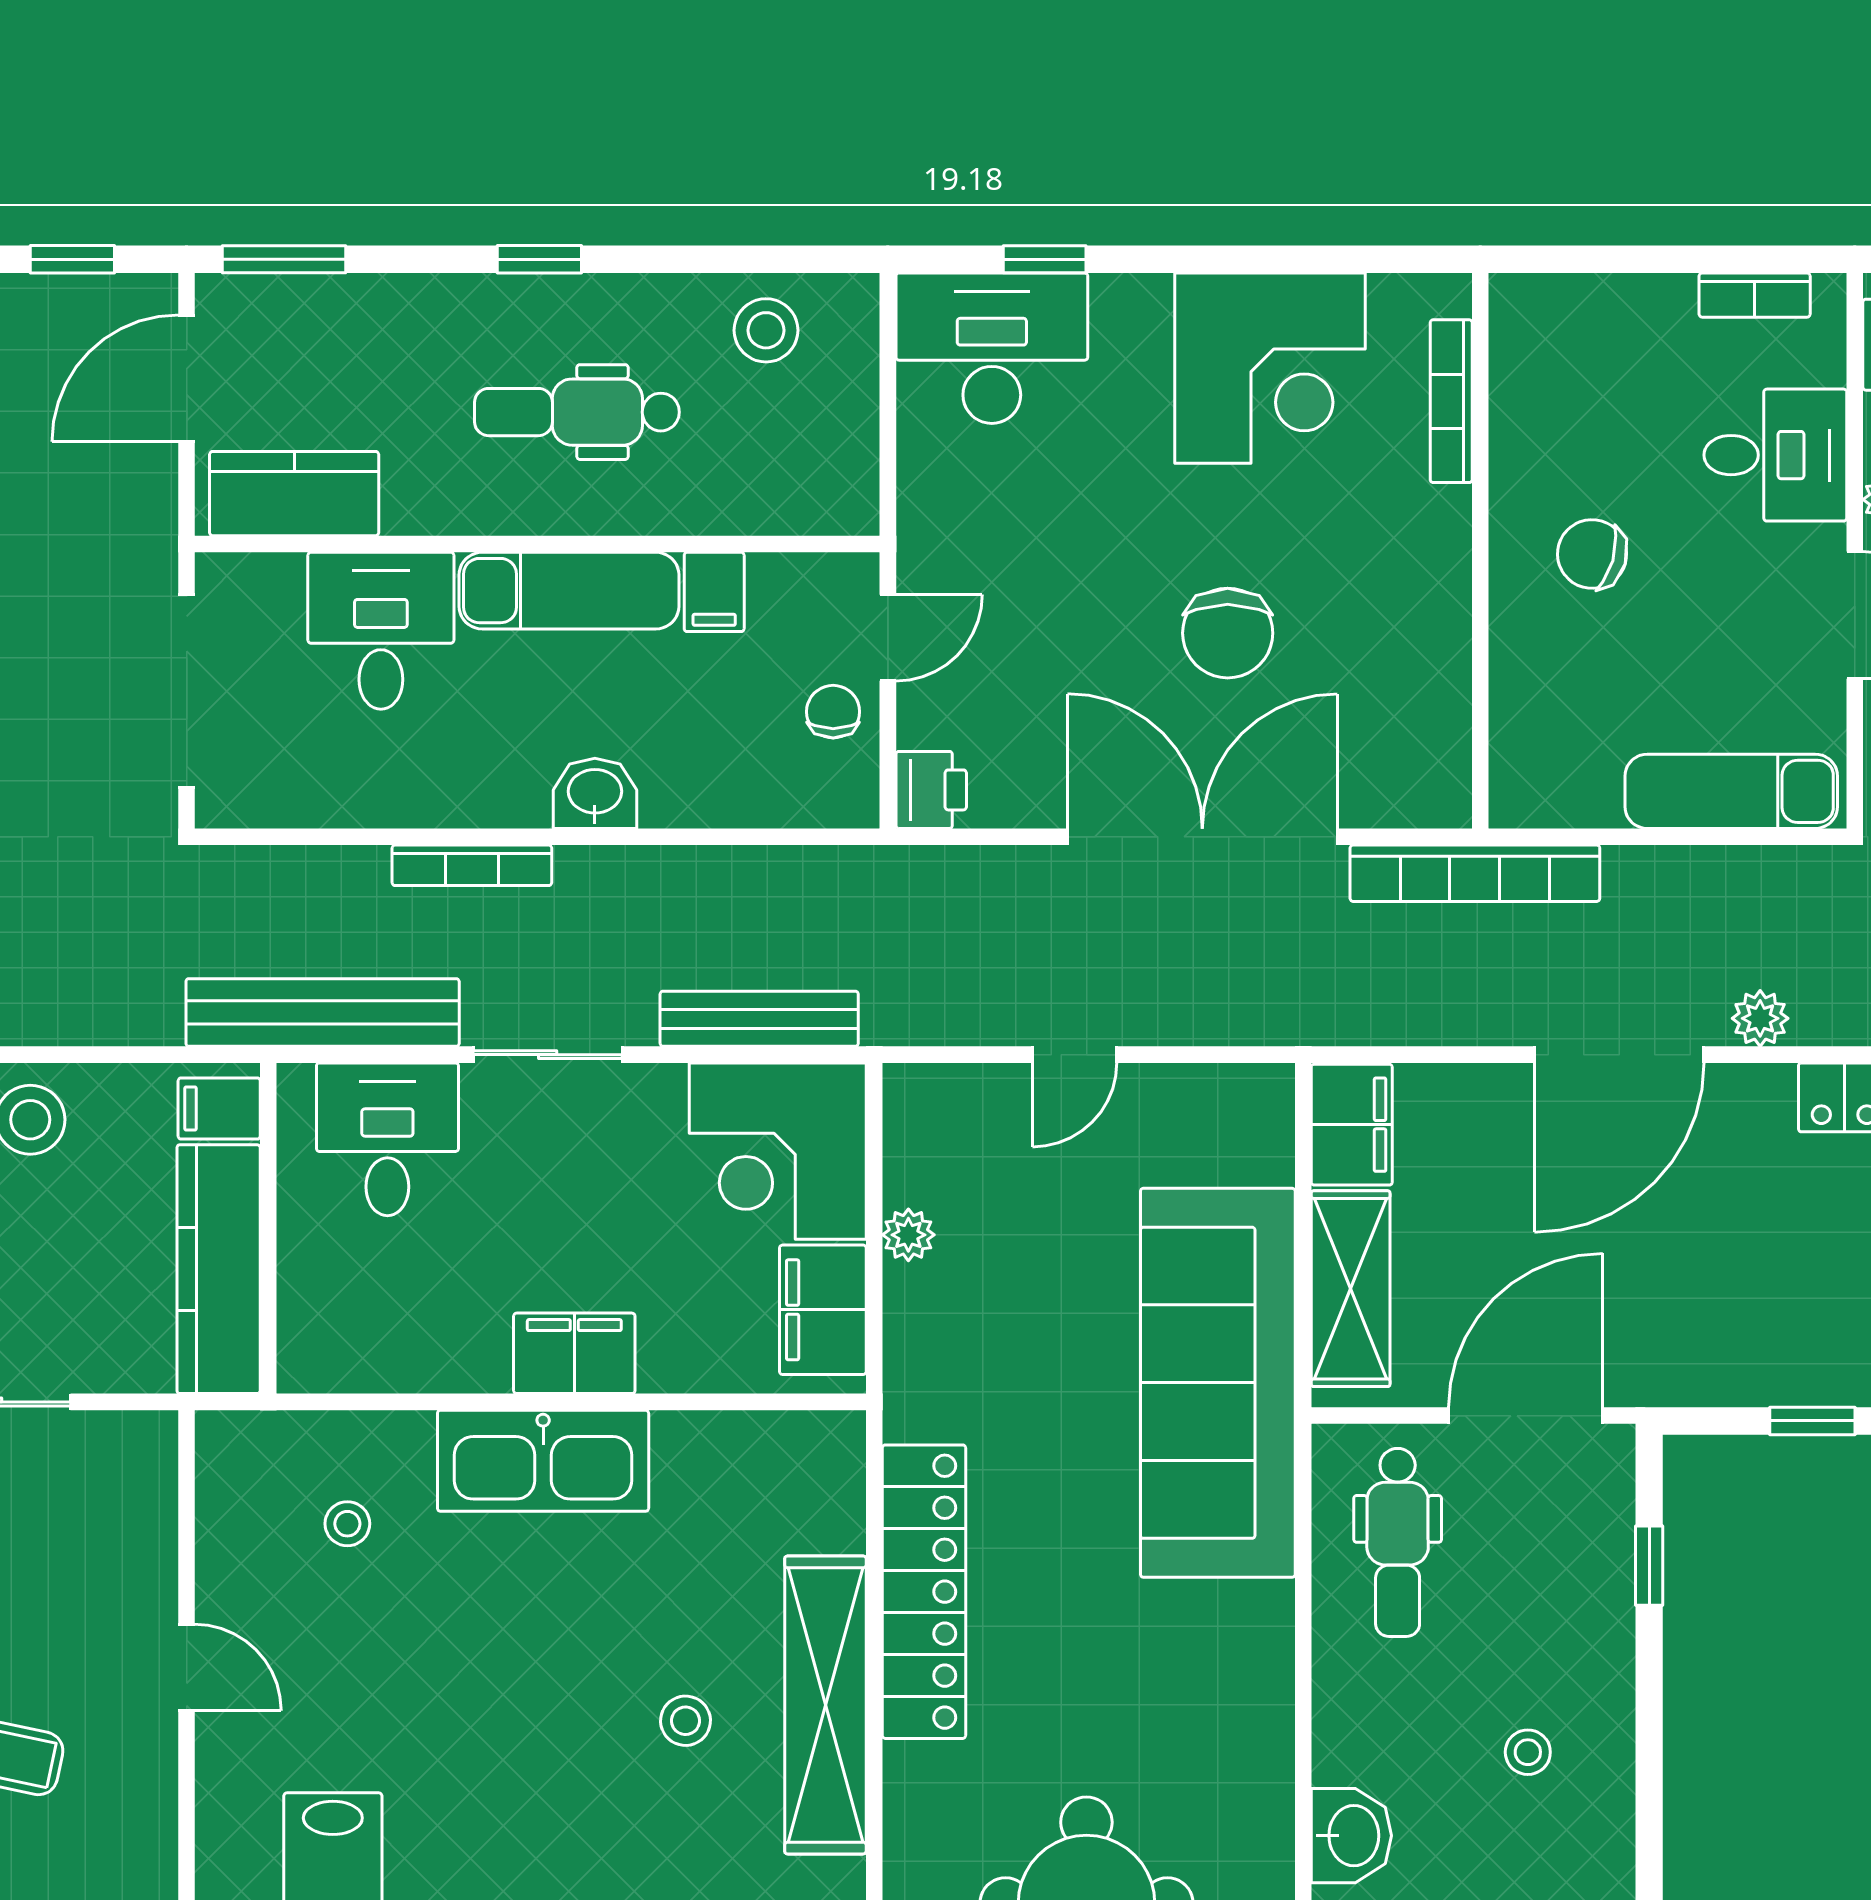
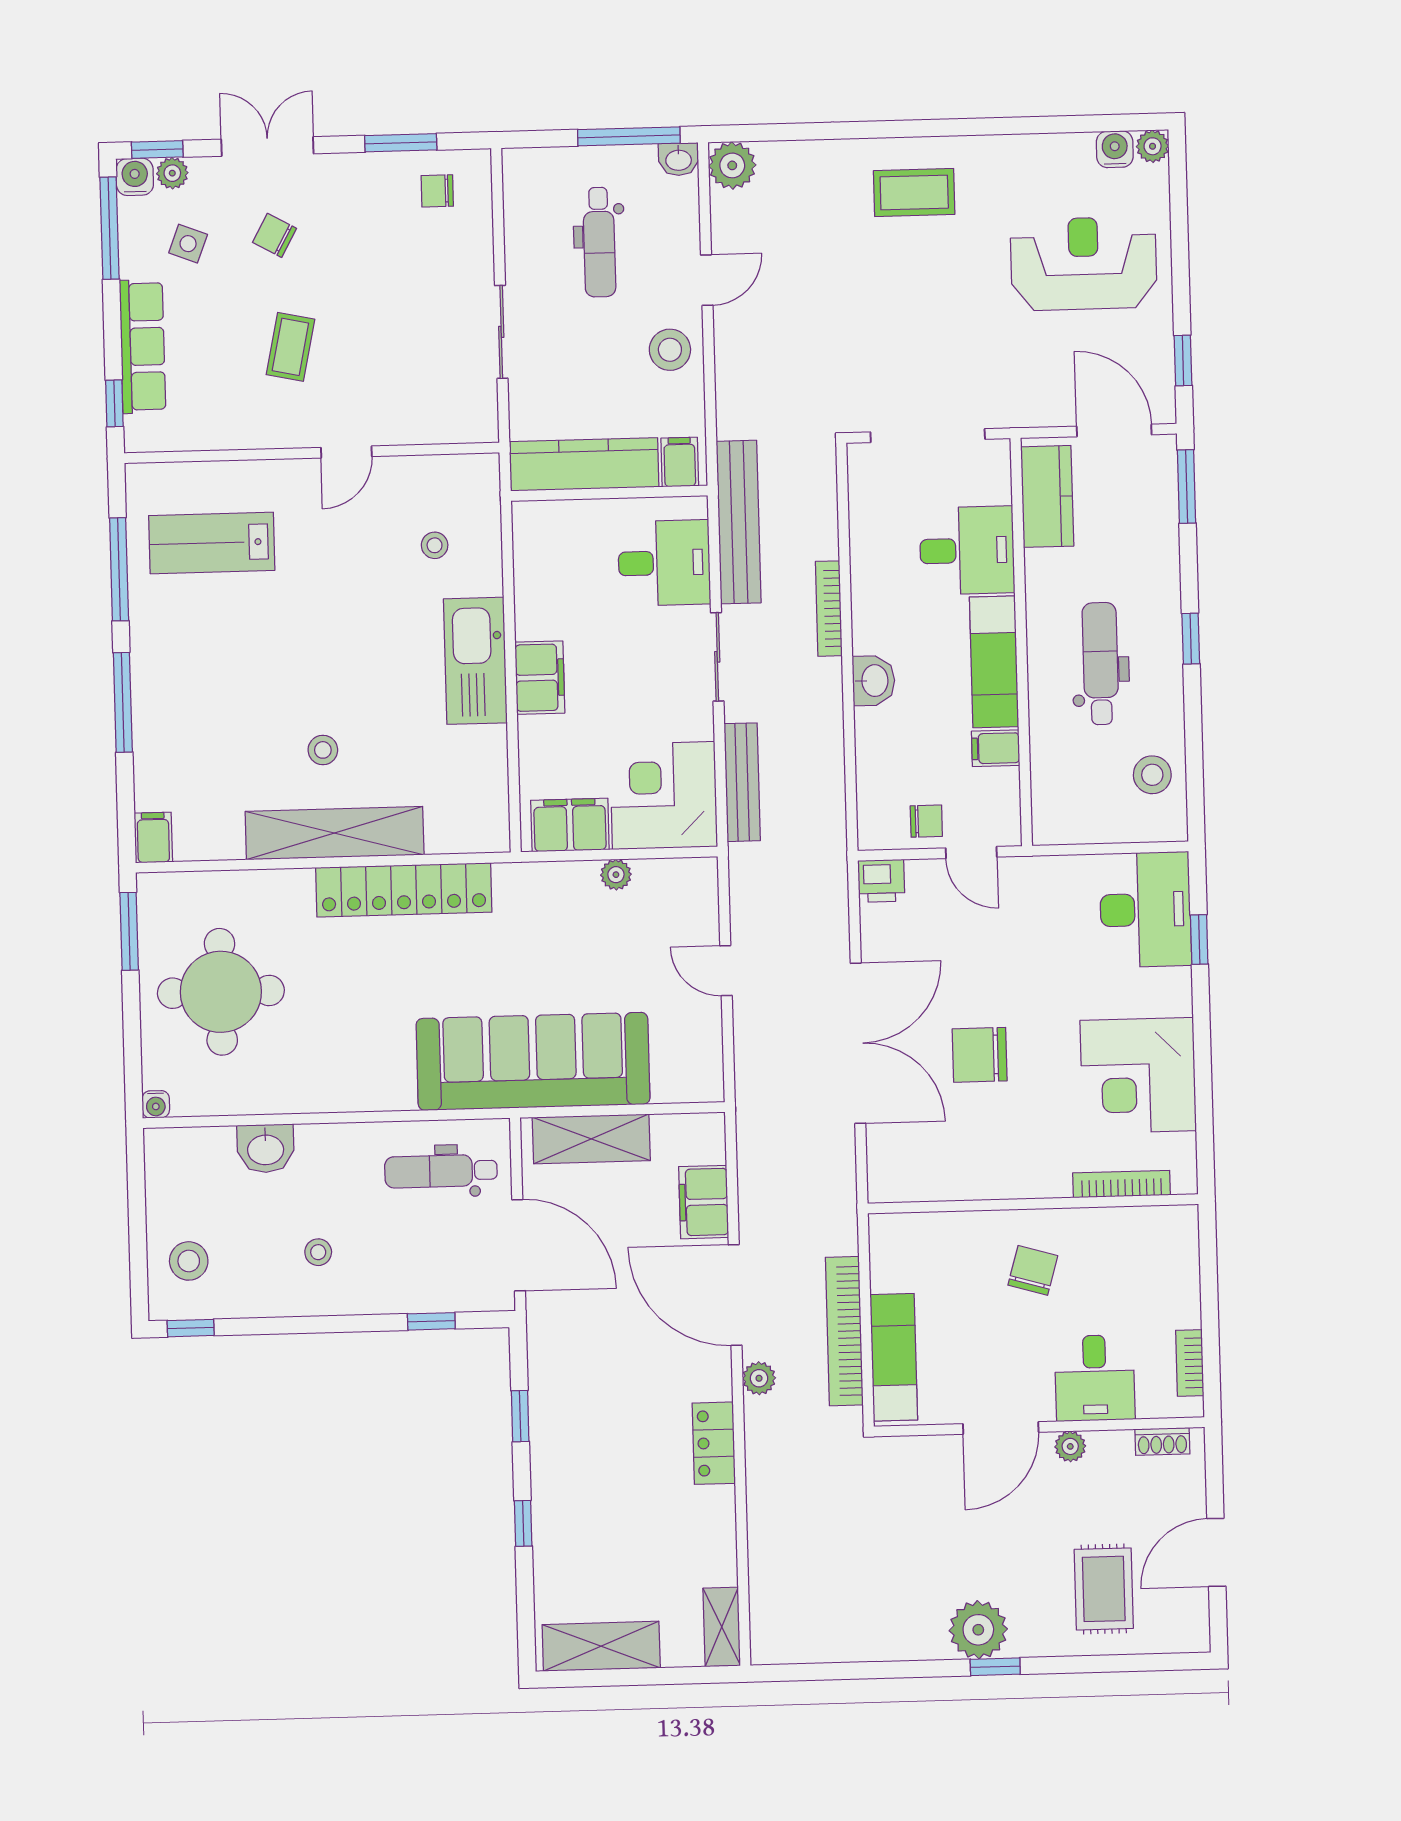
bookcase: (1475, 873) -> (844, 1331), moved
filing cabinet: (1352, 1125) -> (704, 1202), moved, turned 90

